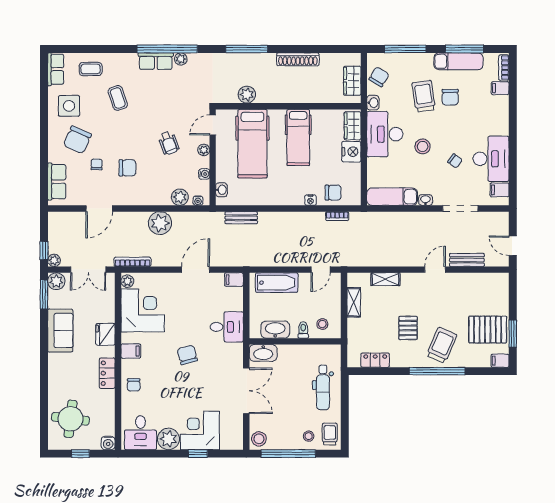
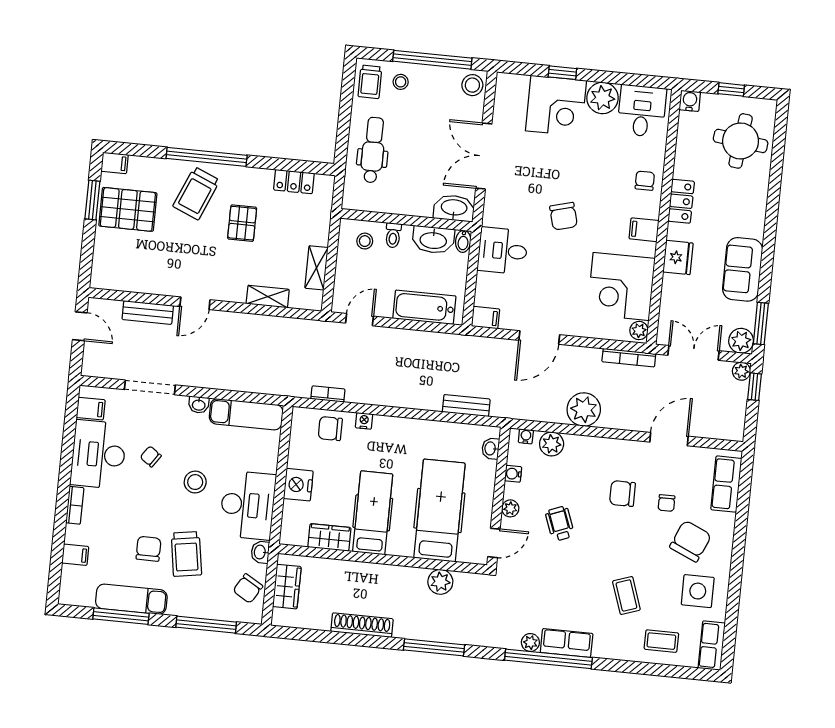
bookcase: (504, 68) -> (75, 505), moved
wardrobe: (353, 126) -> (329, 537), moved, turned -90
bidet: (255, 331) -> (463, 241), added

